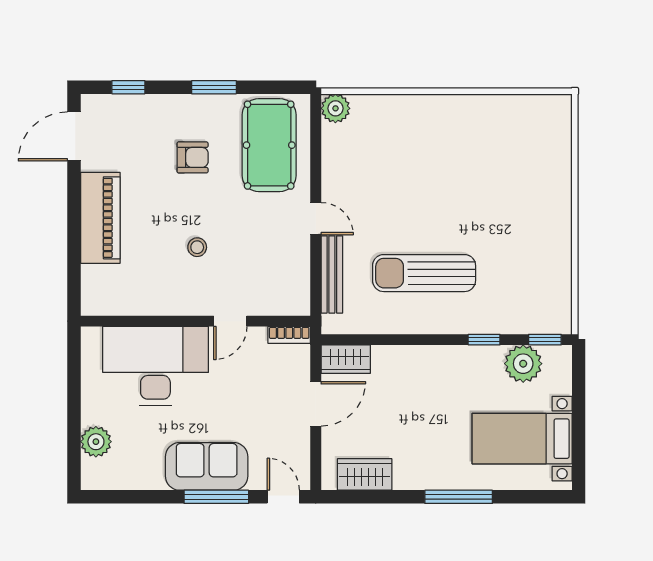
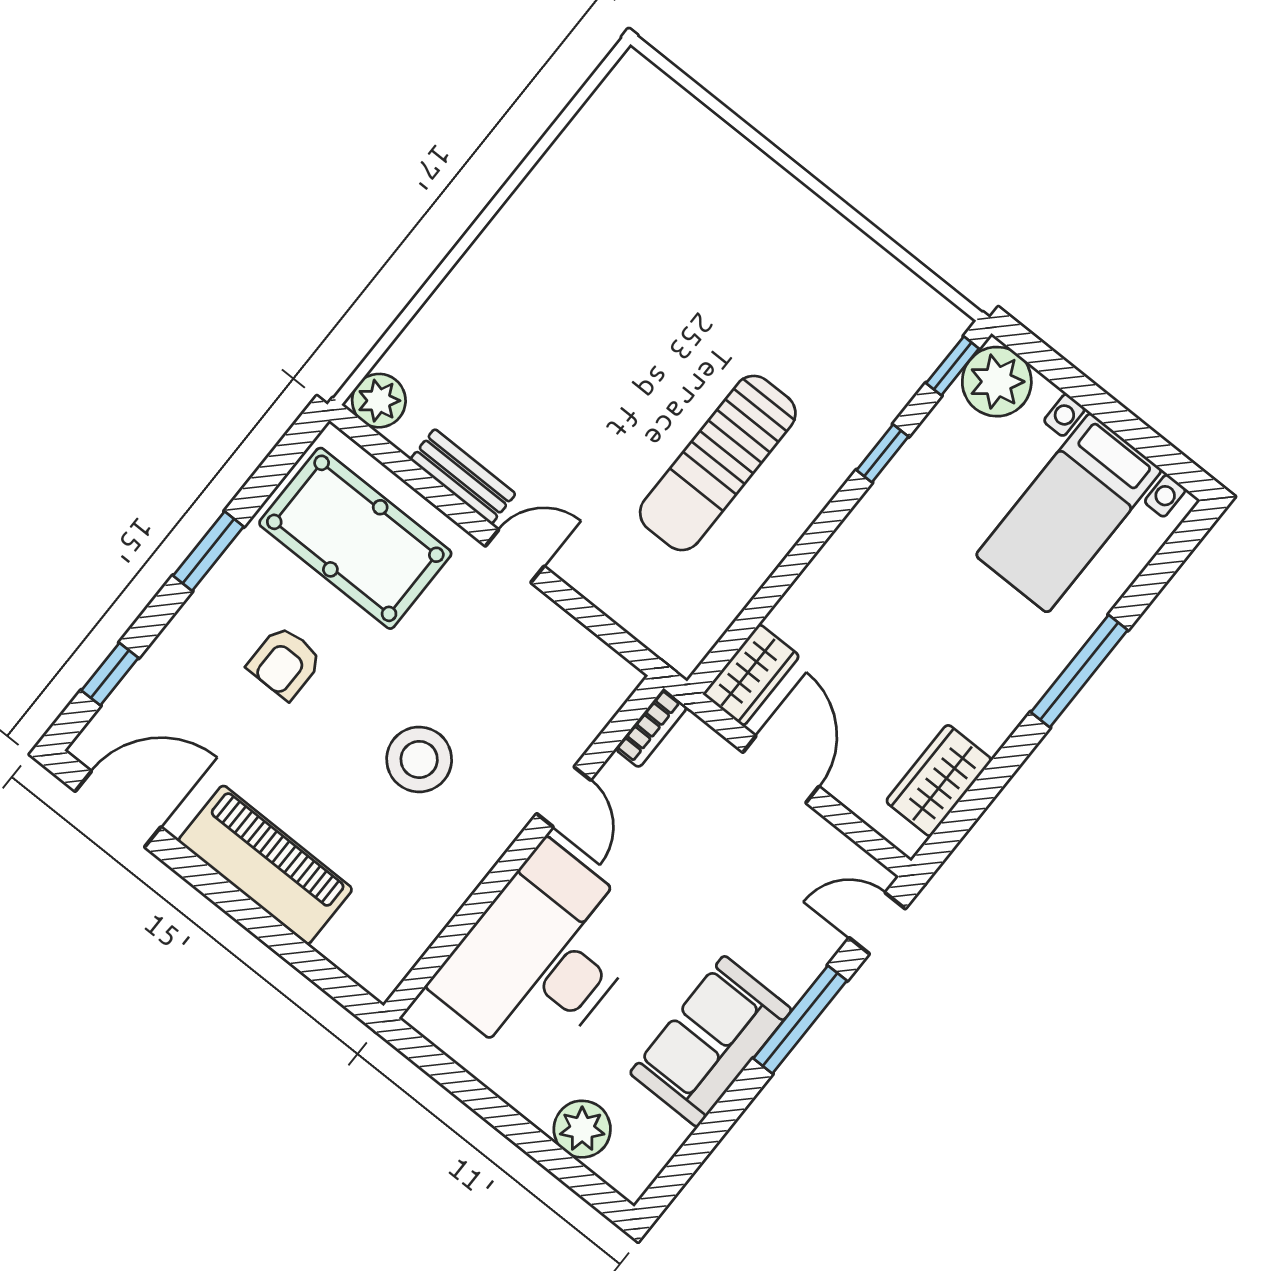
door: (74, 136) -> (118, 809), swing flipped
armchair: (193, 157) -> (285, 663), turned 180
stool: (197, 247) -> (419, 759), width x1.89, depth x1.89
bench: (332, 274) -> (463, 477), moved, width x0.73
plant: (523, 364) -> (997, 382), moved
sofa: (207, 466) -> (711, 1041), moved

